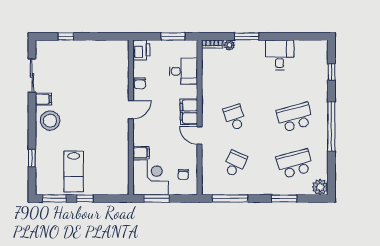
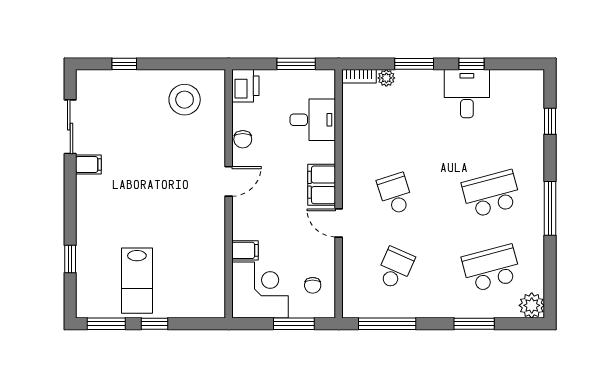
window: (282, 36) -> (471, 64), added
stool: (50, 121) -> (185, 100), moved
window: (331, 126) -> (550, 208), width x0.68
window: (157, 198) -> (294, 324), moved

